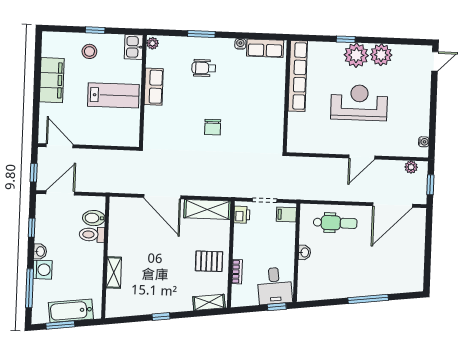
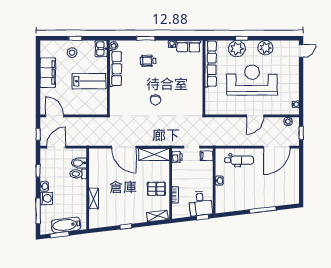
plant: (356, 55) -> (237, 49), moved
row of seats: (154, 87) -> (115, 69), width x1.48
reception desk: (359, 103) -> (252, 80), width x1.36, depth x1.30

